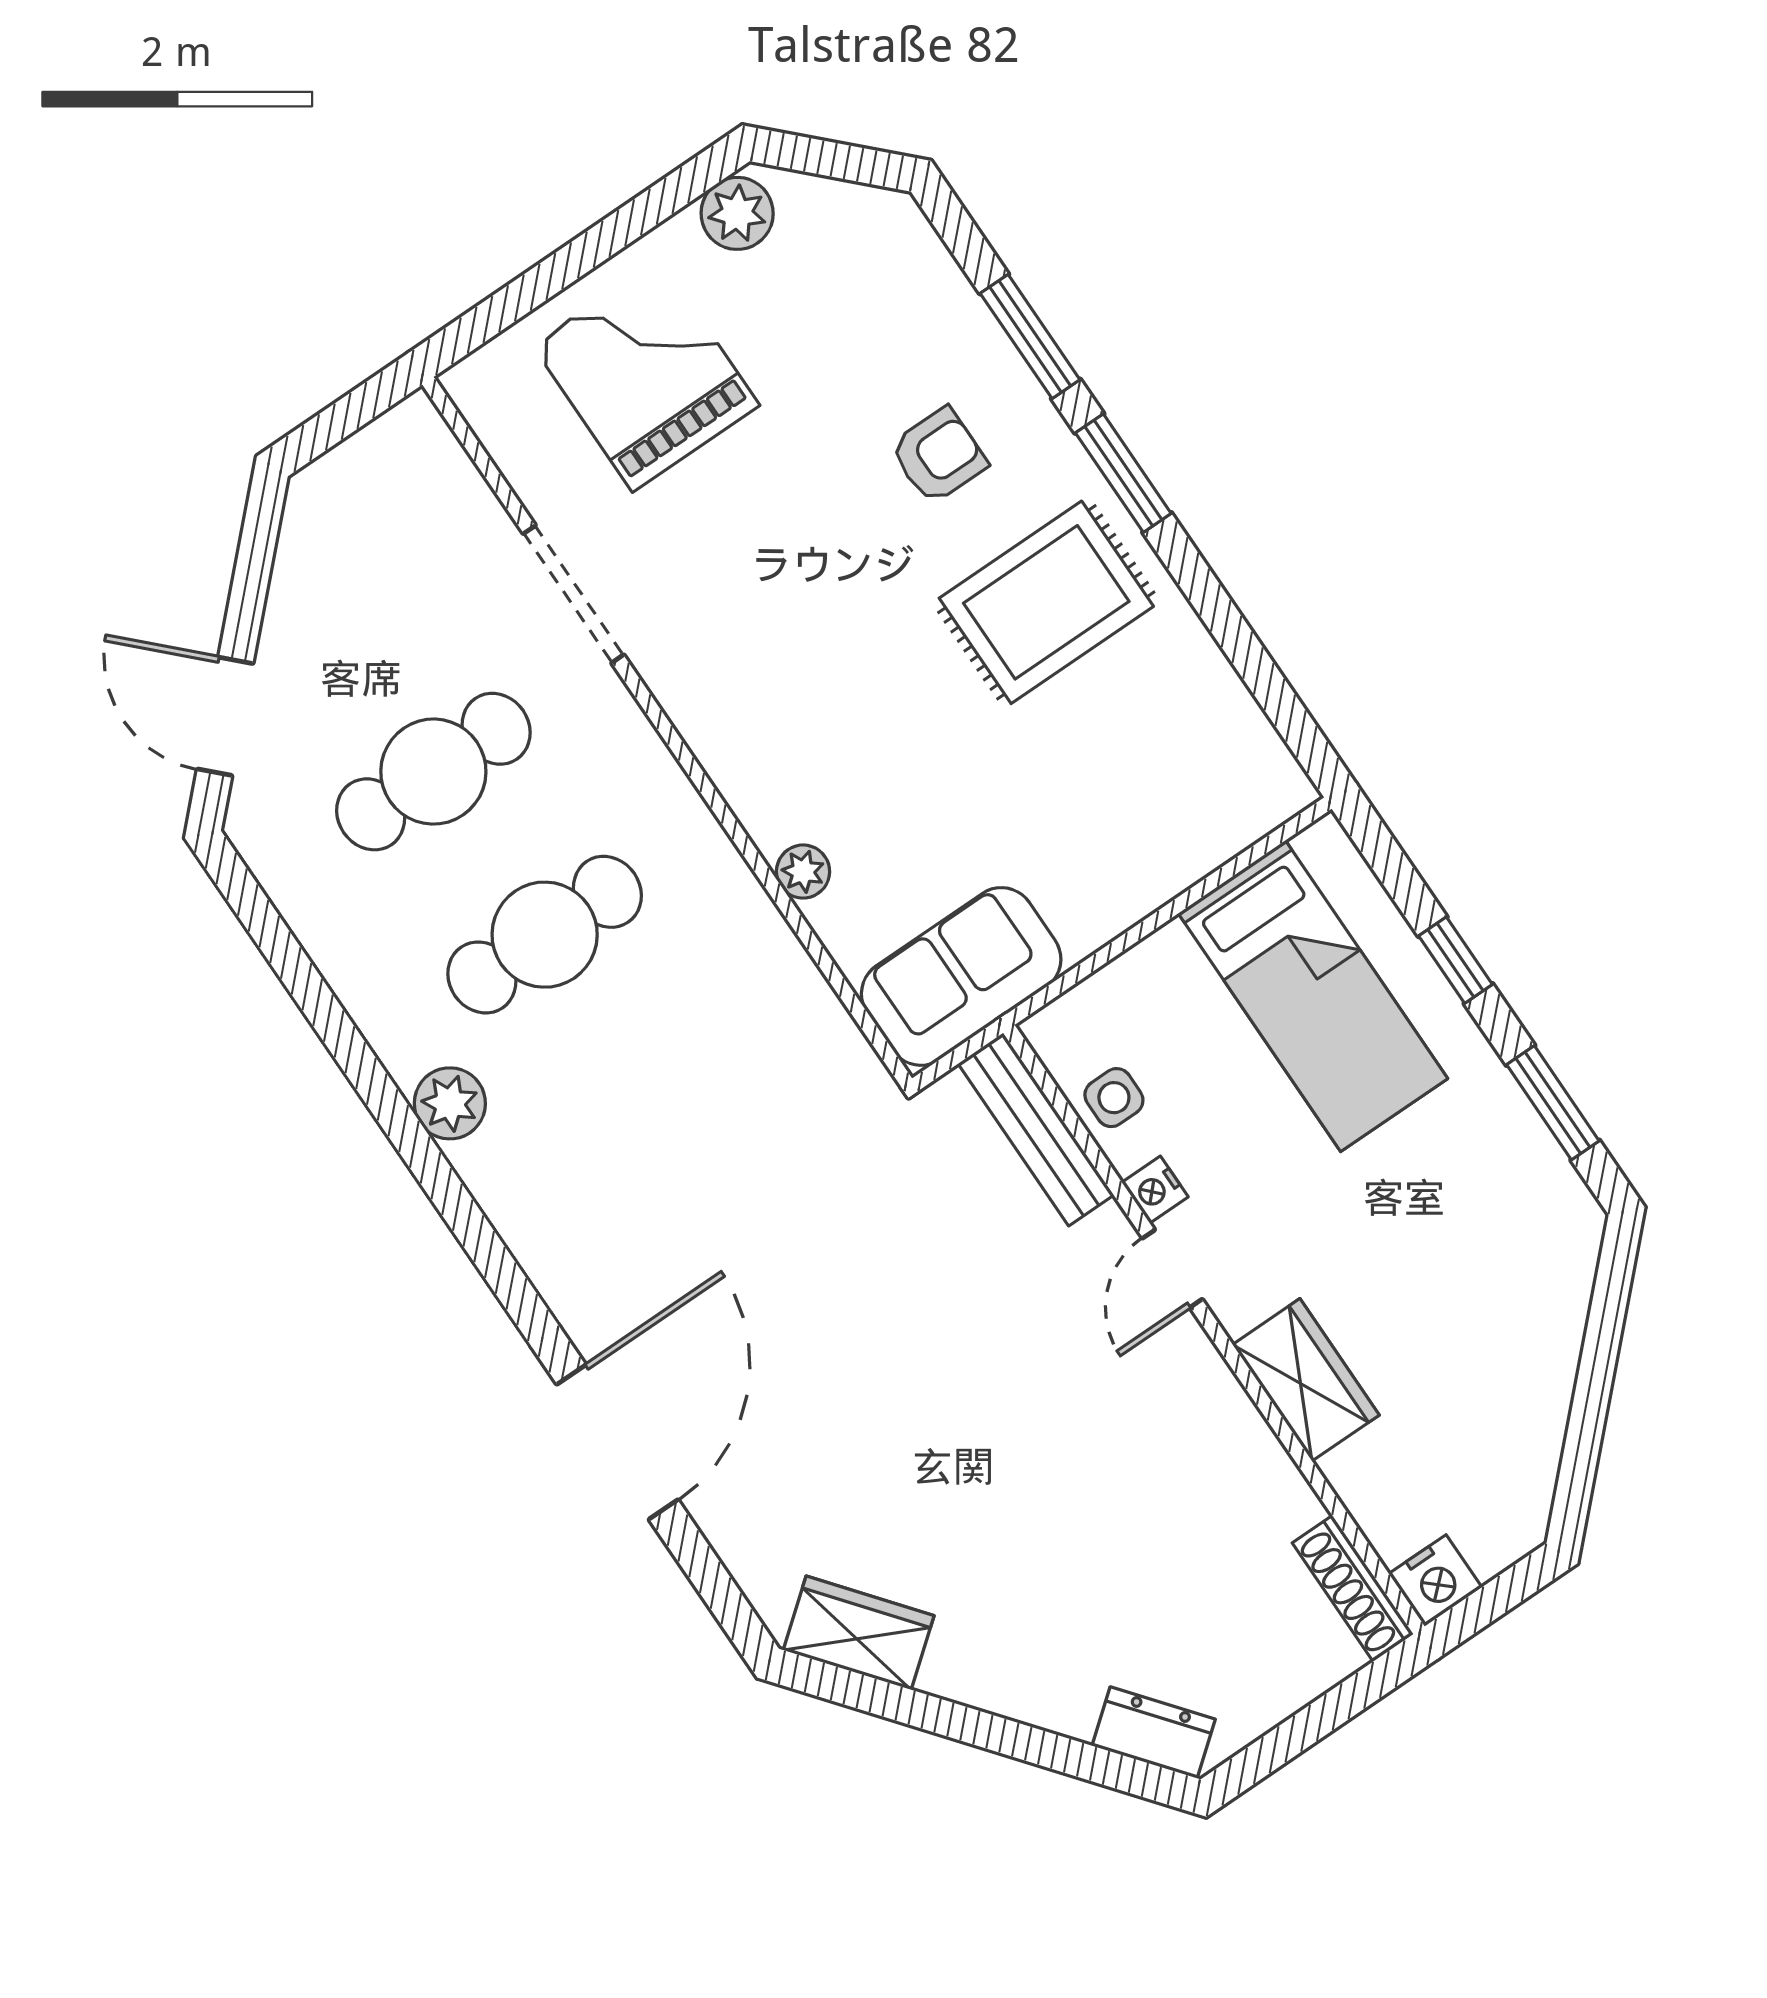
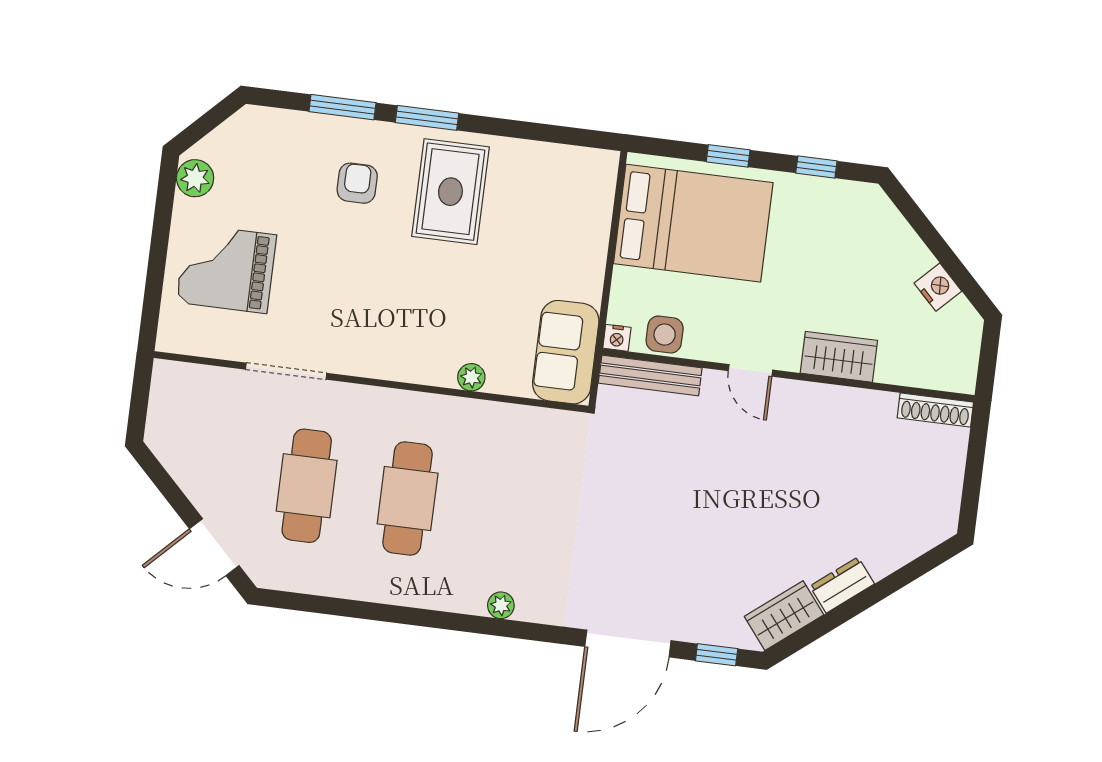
bed: (1313, 996) -> (693, 223), width x1.50
side table: (1114, 1098) -> (665, 335), width x1.37, depth x1.37
plant: (450, 1103) -> (501, 605), moved, width x0.73, depth x0.73
window: (1553, 1103) -> (816, 167), width x0.67
nightstand: (1155, 1190) -> (617, 338), moved
door: (617, 1442) -> (628, 644), swing flipped
nightstand: (1435, 1581) -> (938, 287), moved, turned -45
window: (715, 1585) -> (717, 655), added
dresser: (1154, 1733) -> (842, 585), moved

